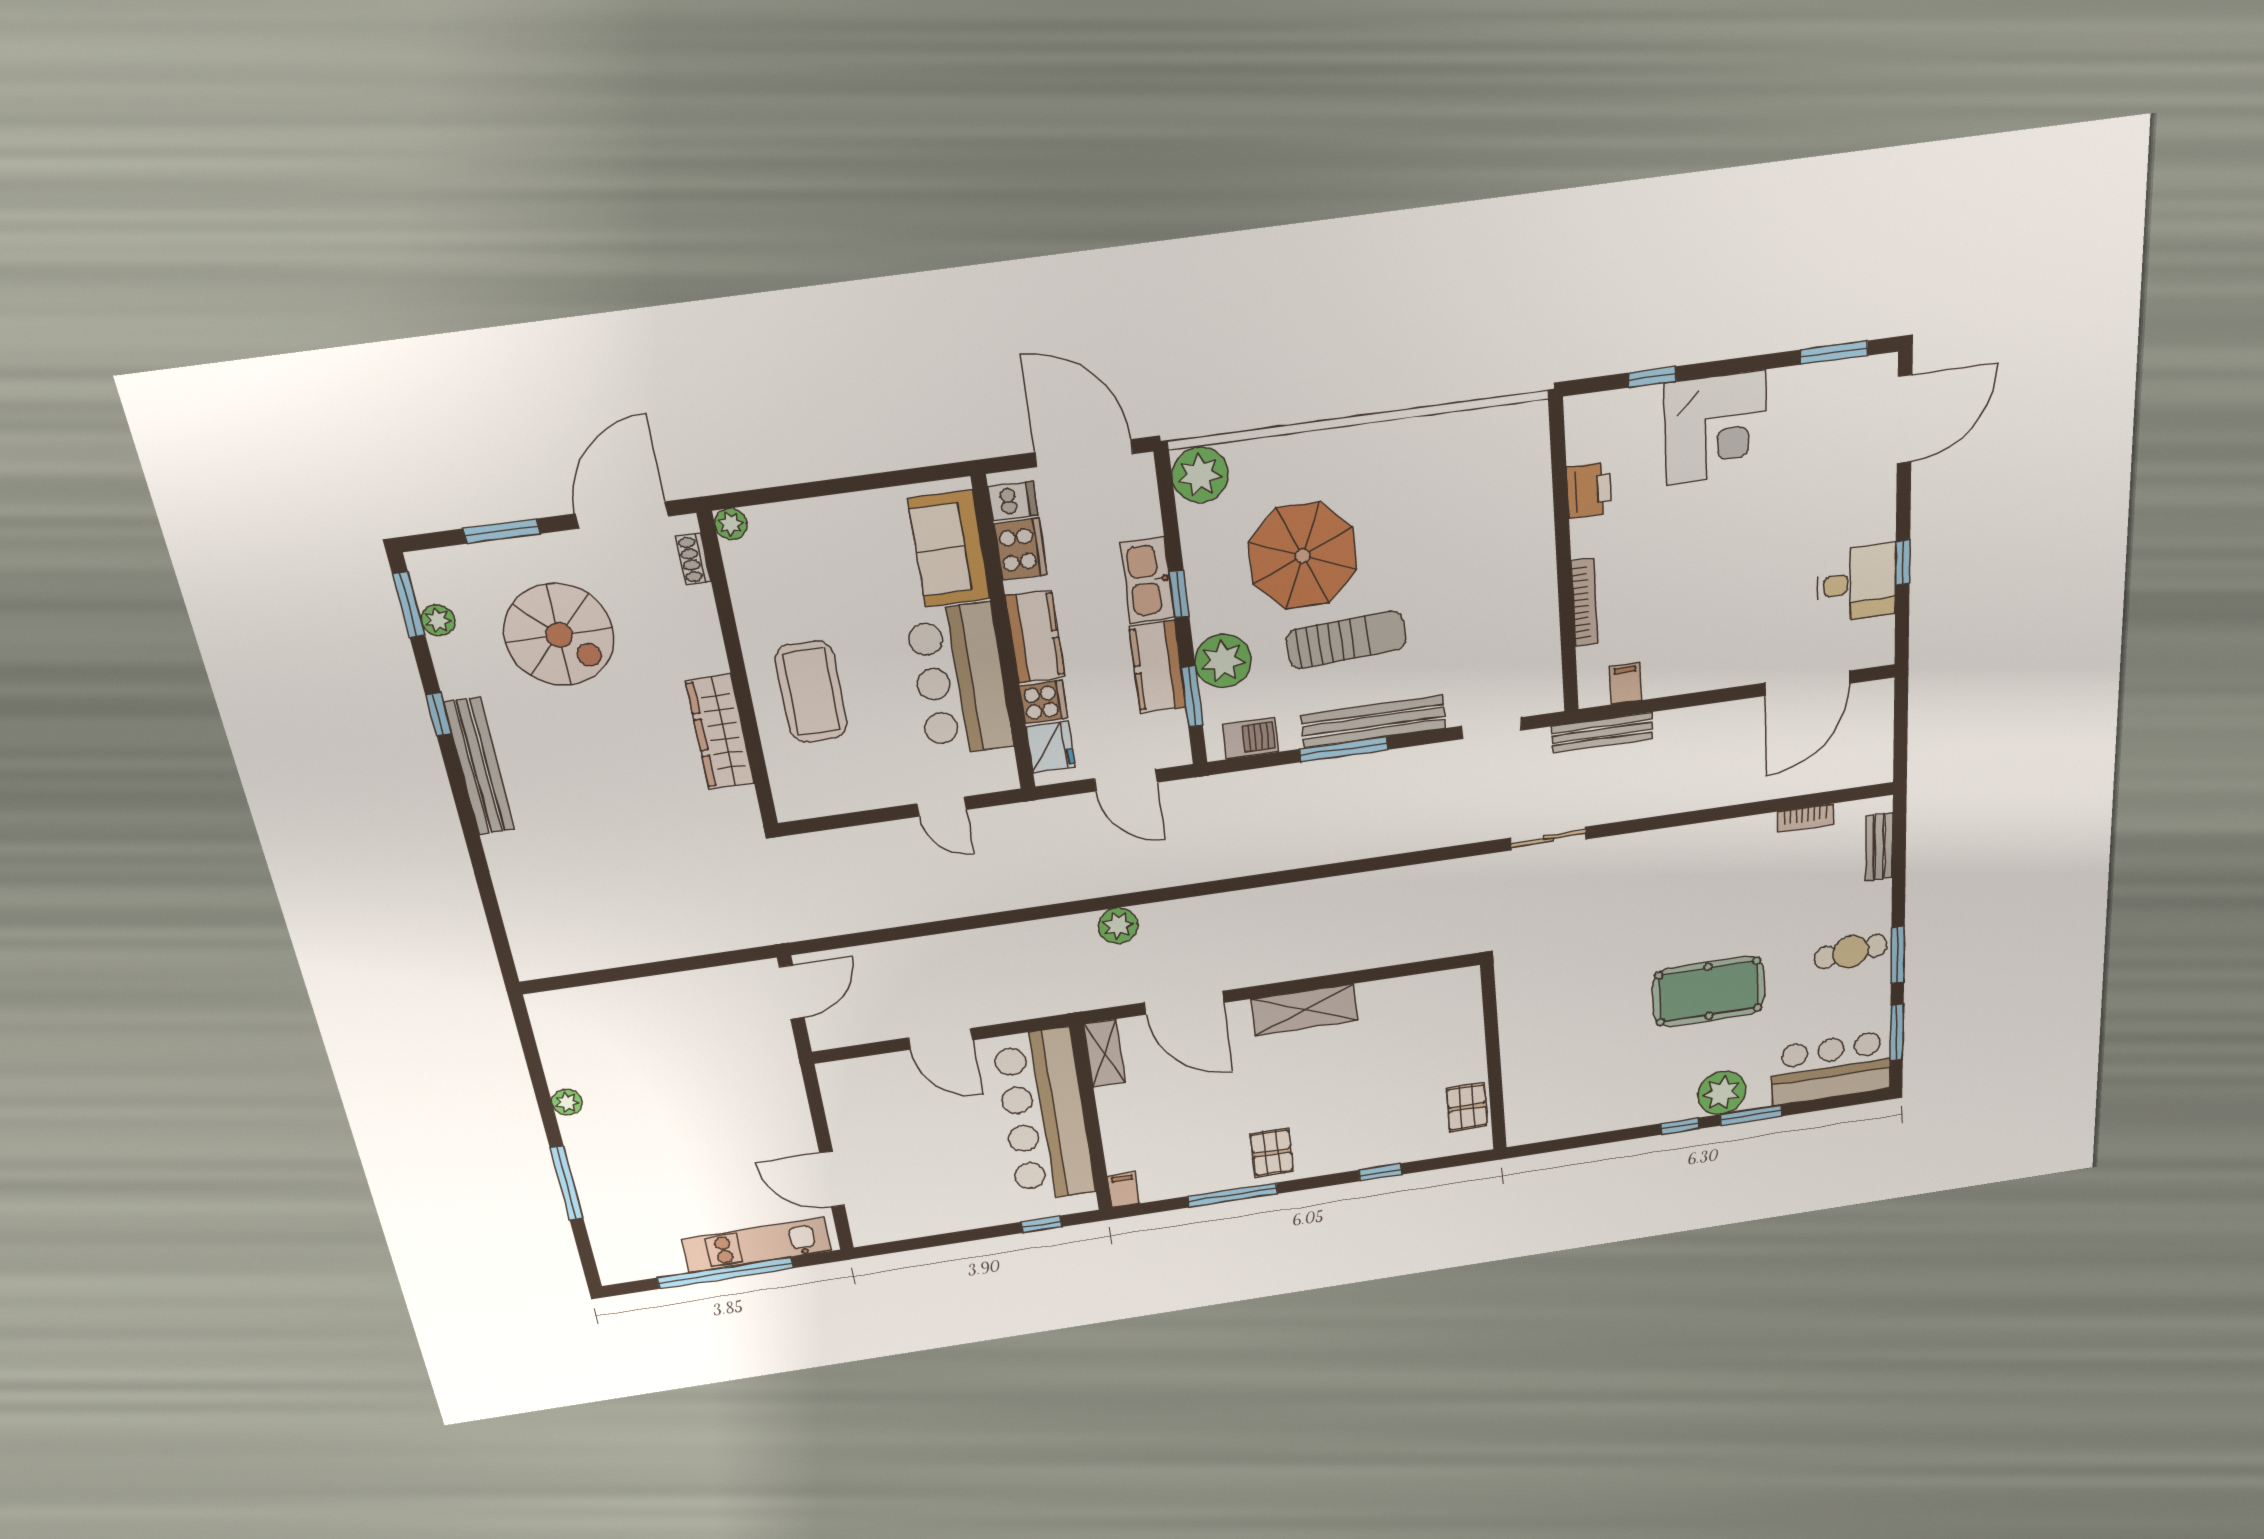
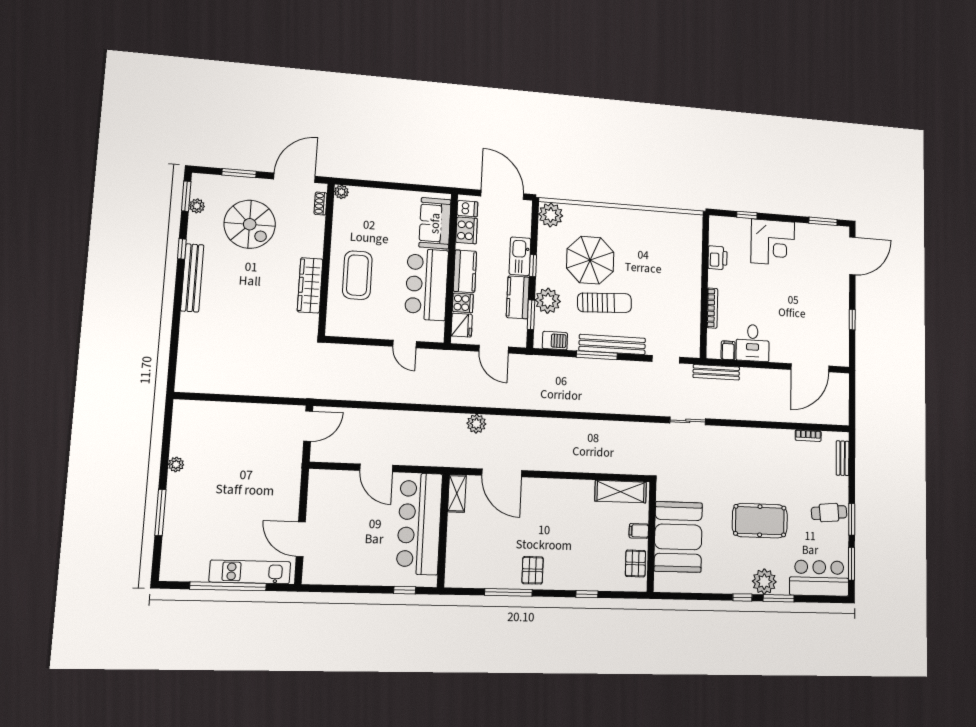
desk: (1857, 583) -> (753, 343), moved, turned 90
shelving: (1304, 1010) -> (621, 492), moved
booth: (1546, 1048) -> (678, 537), added
filing cabinet: (1124, 1190) -> (639, 531), moved, turned -90

